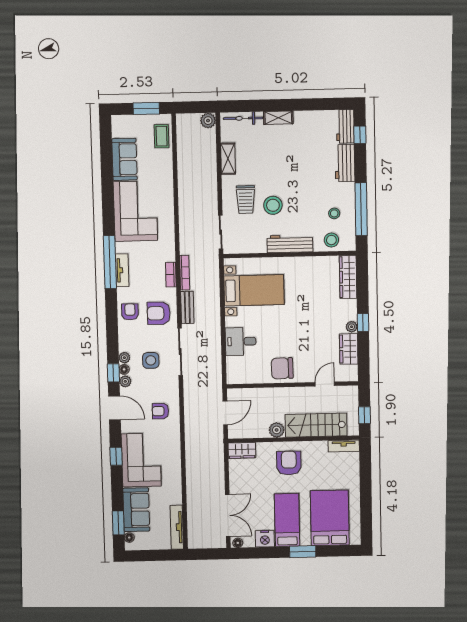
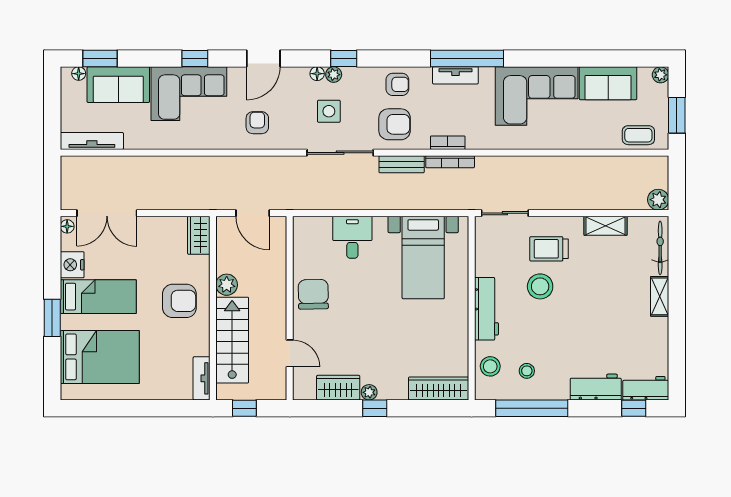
armchair: (159, 313) -> (395, 124), turned 90
window: (113, 373) -> (344, 59), moved
plant: (125, 381) -> (661, 75), moved

